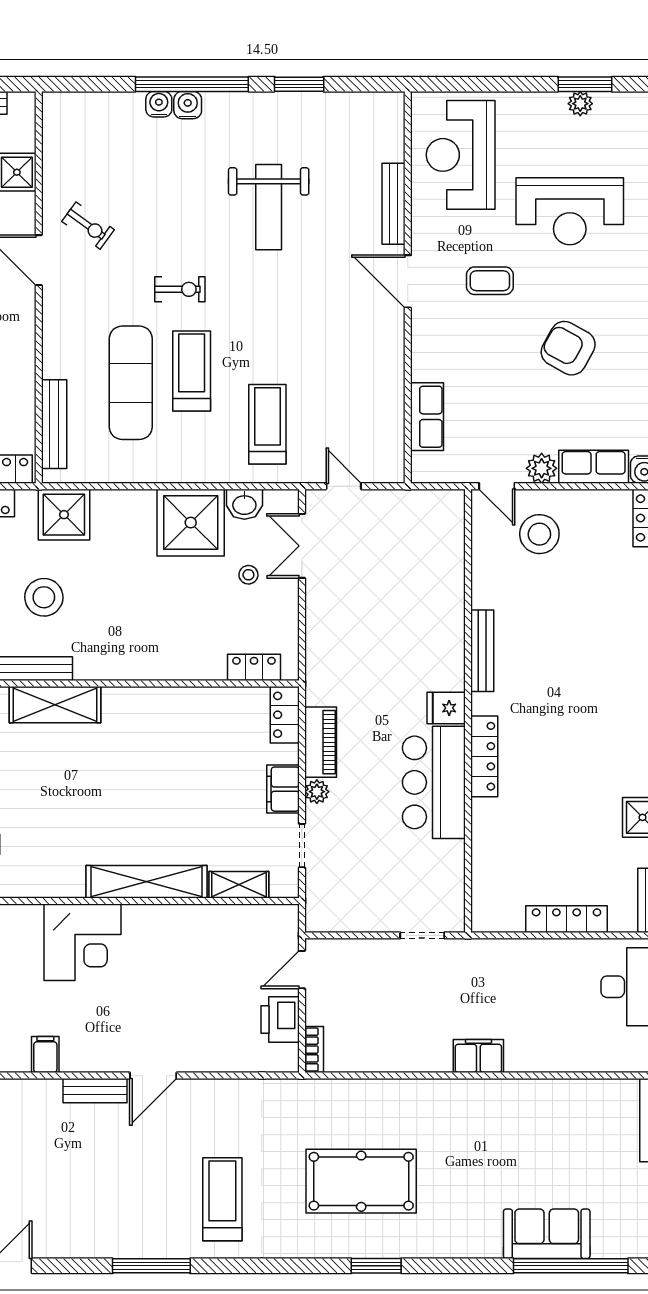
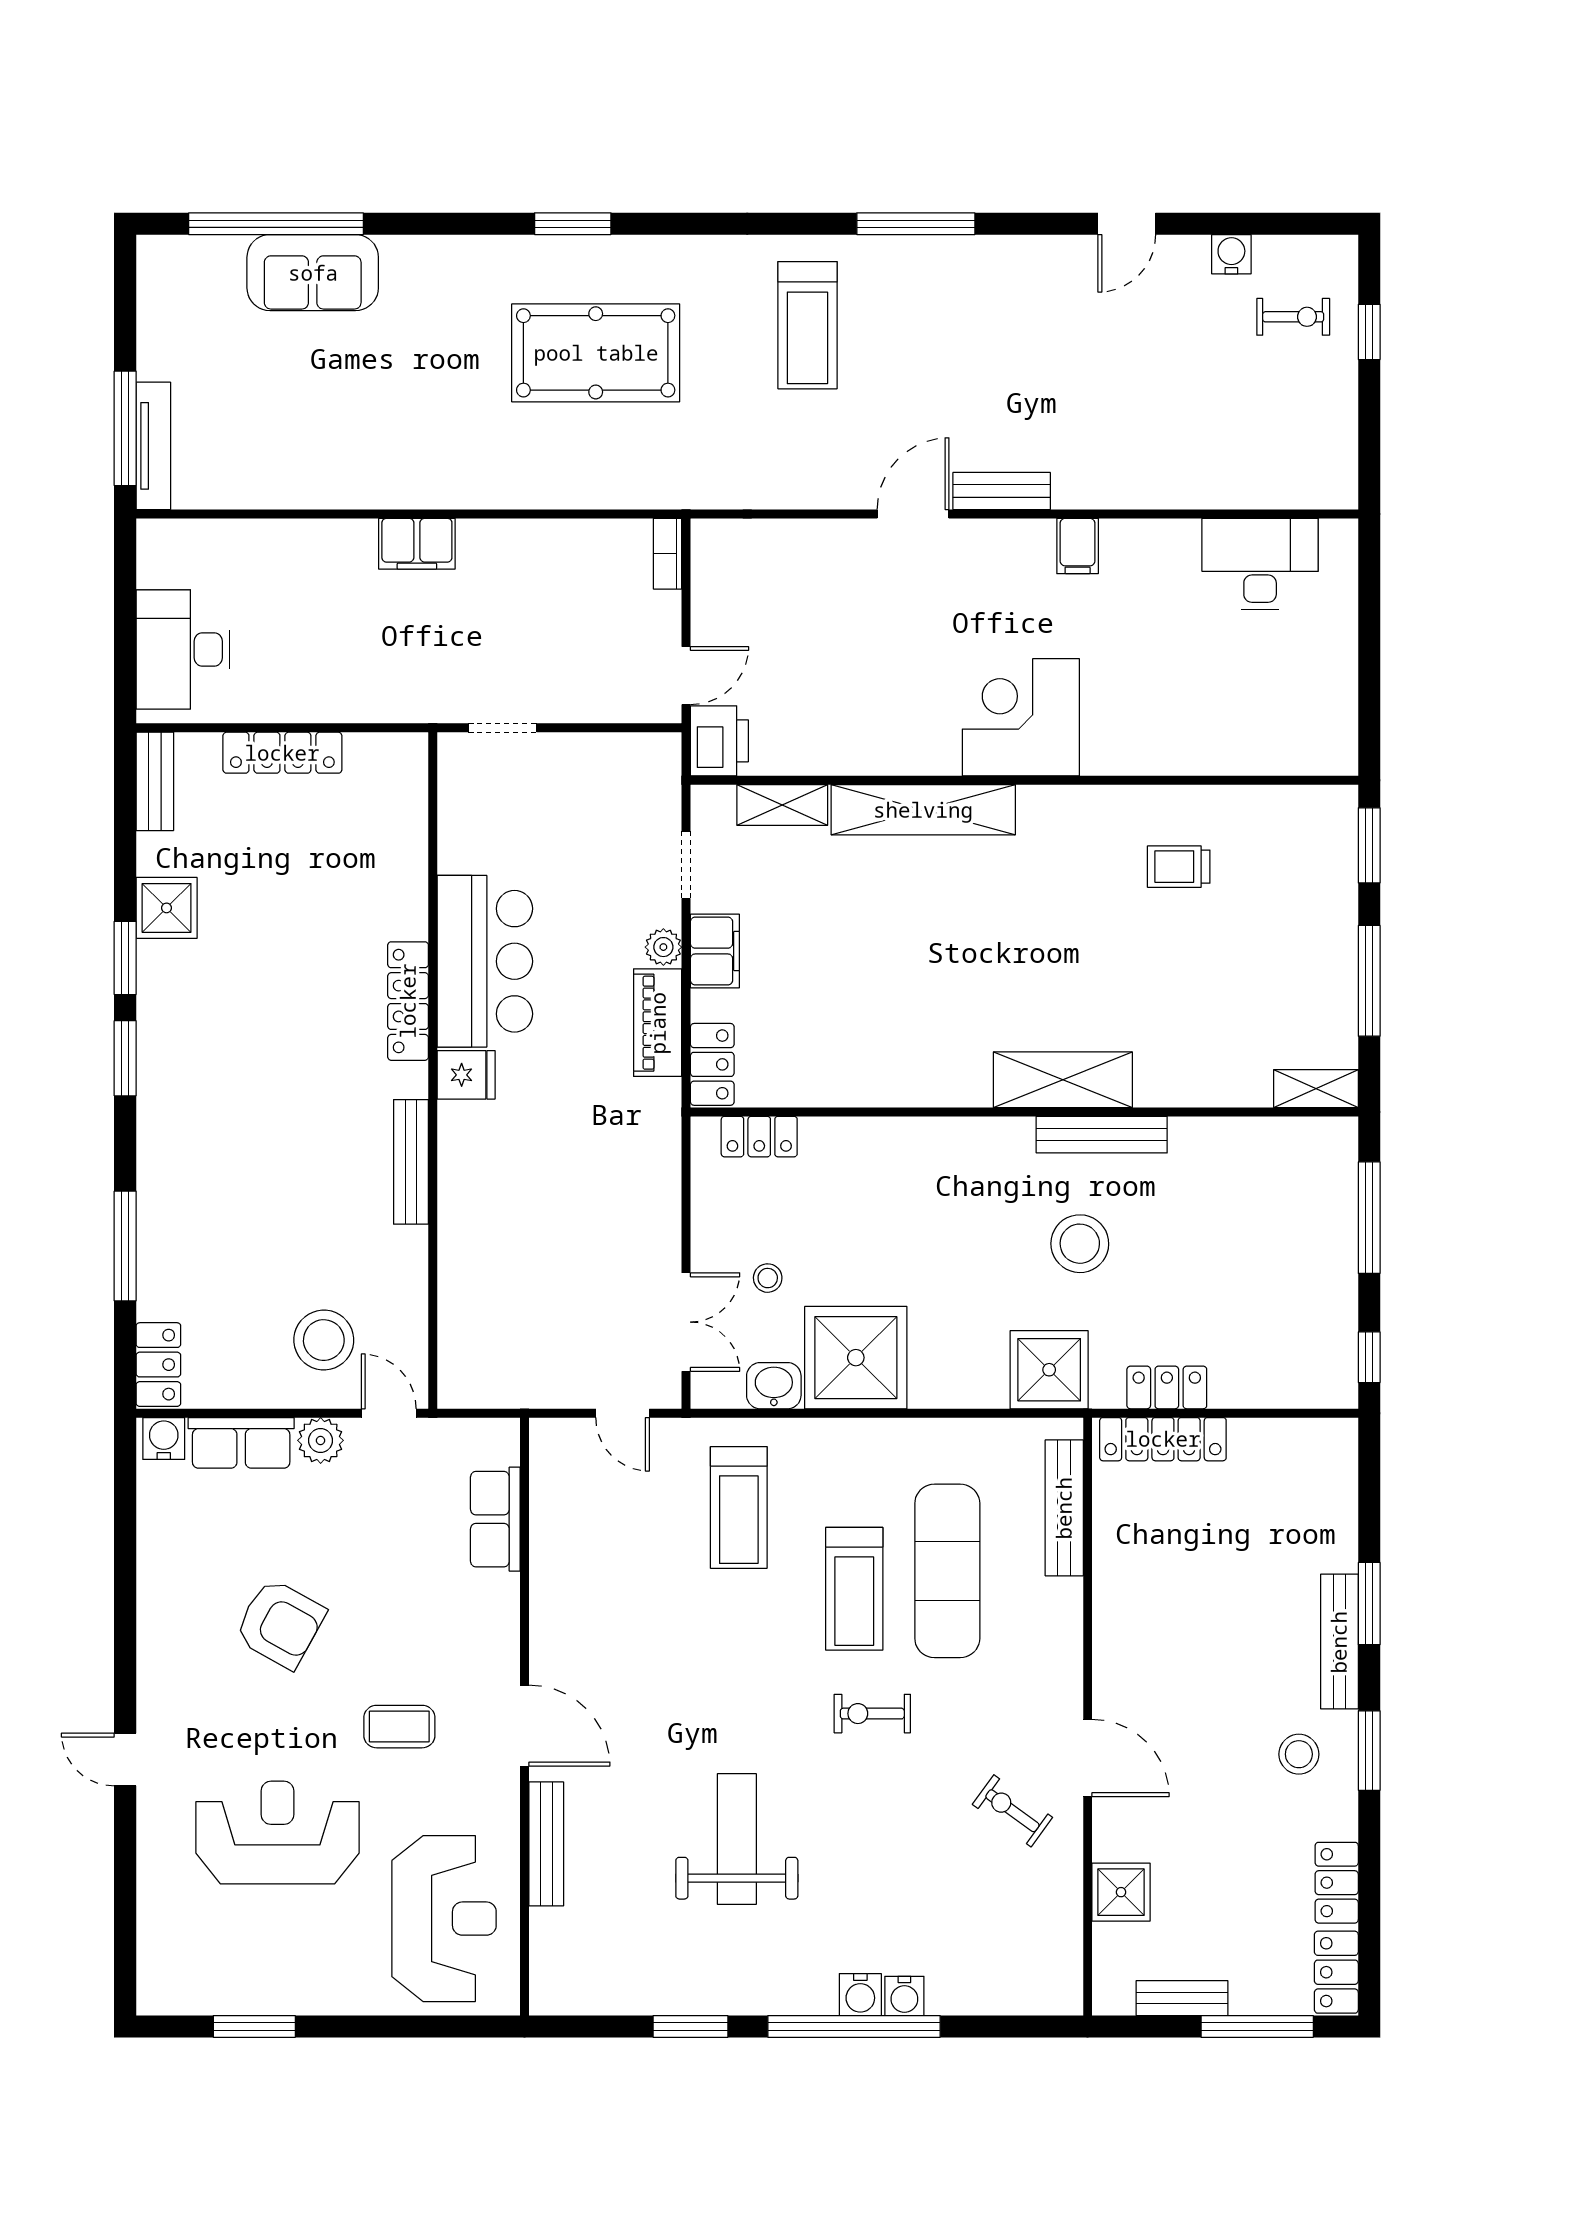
plant: (580, 104) -> (262, 1997), removed
printer: (280, 1019) -> (719, 741), moved

